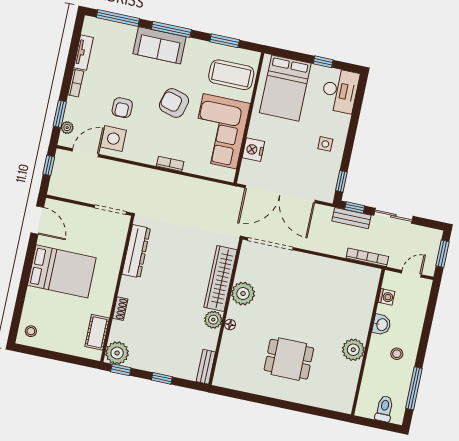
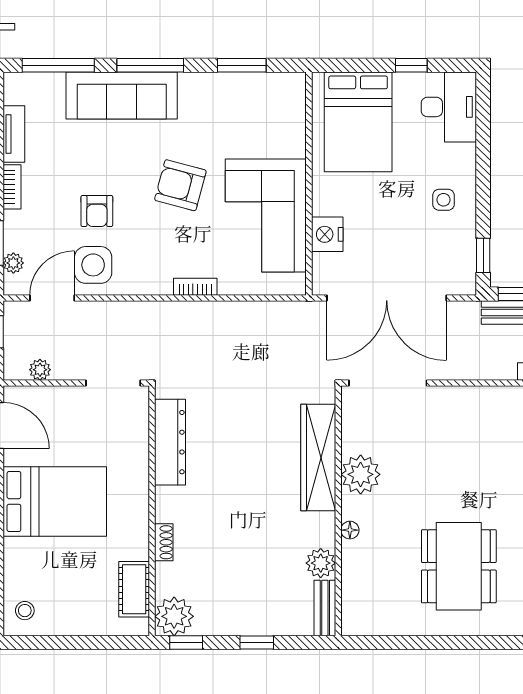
sofa: (159, 45) -> (122, 95), width x1.36
coffee table: (231, 75) -> (265, 119), removed
plant: (69, 193) -> (40, 370), added
plant: (213, 320) -> (321, 563), moved
dining table: (289, 359) -> (459, 566), width x1.38

